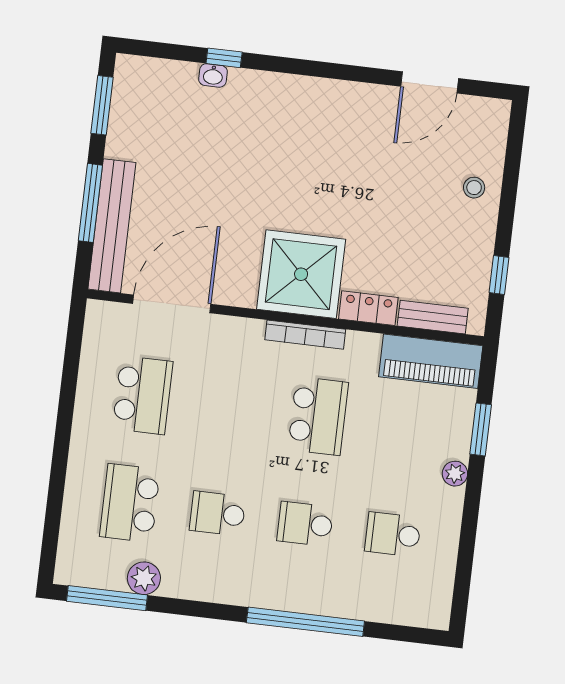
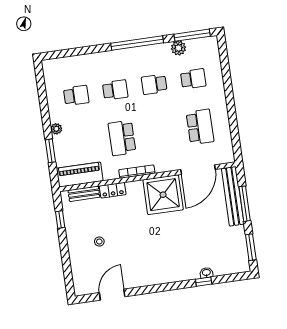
stool: (474, 188) -> (99, 242), moved
shower: (301, 274) -> (163, 195), moved
school desk: (143, 395) -> (200, 127), turned 180
school desk: (130, 503) -> (193, 79), width x0.54
school desk: (218, 513) -> (154, 84), turned 180
window: (305, 622) -> (137, 43), moved

